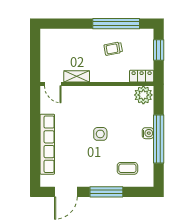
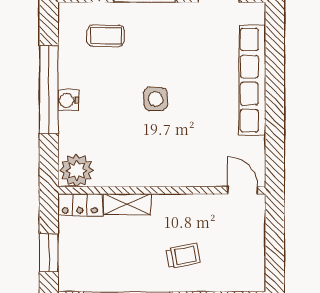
trolley: (113, 49) -> (183, 256), moved
shelving: (77, 76) -> (127, 204), moved

